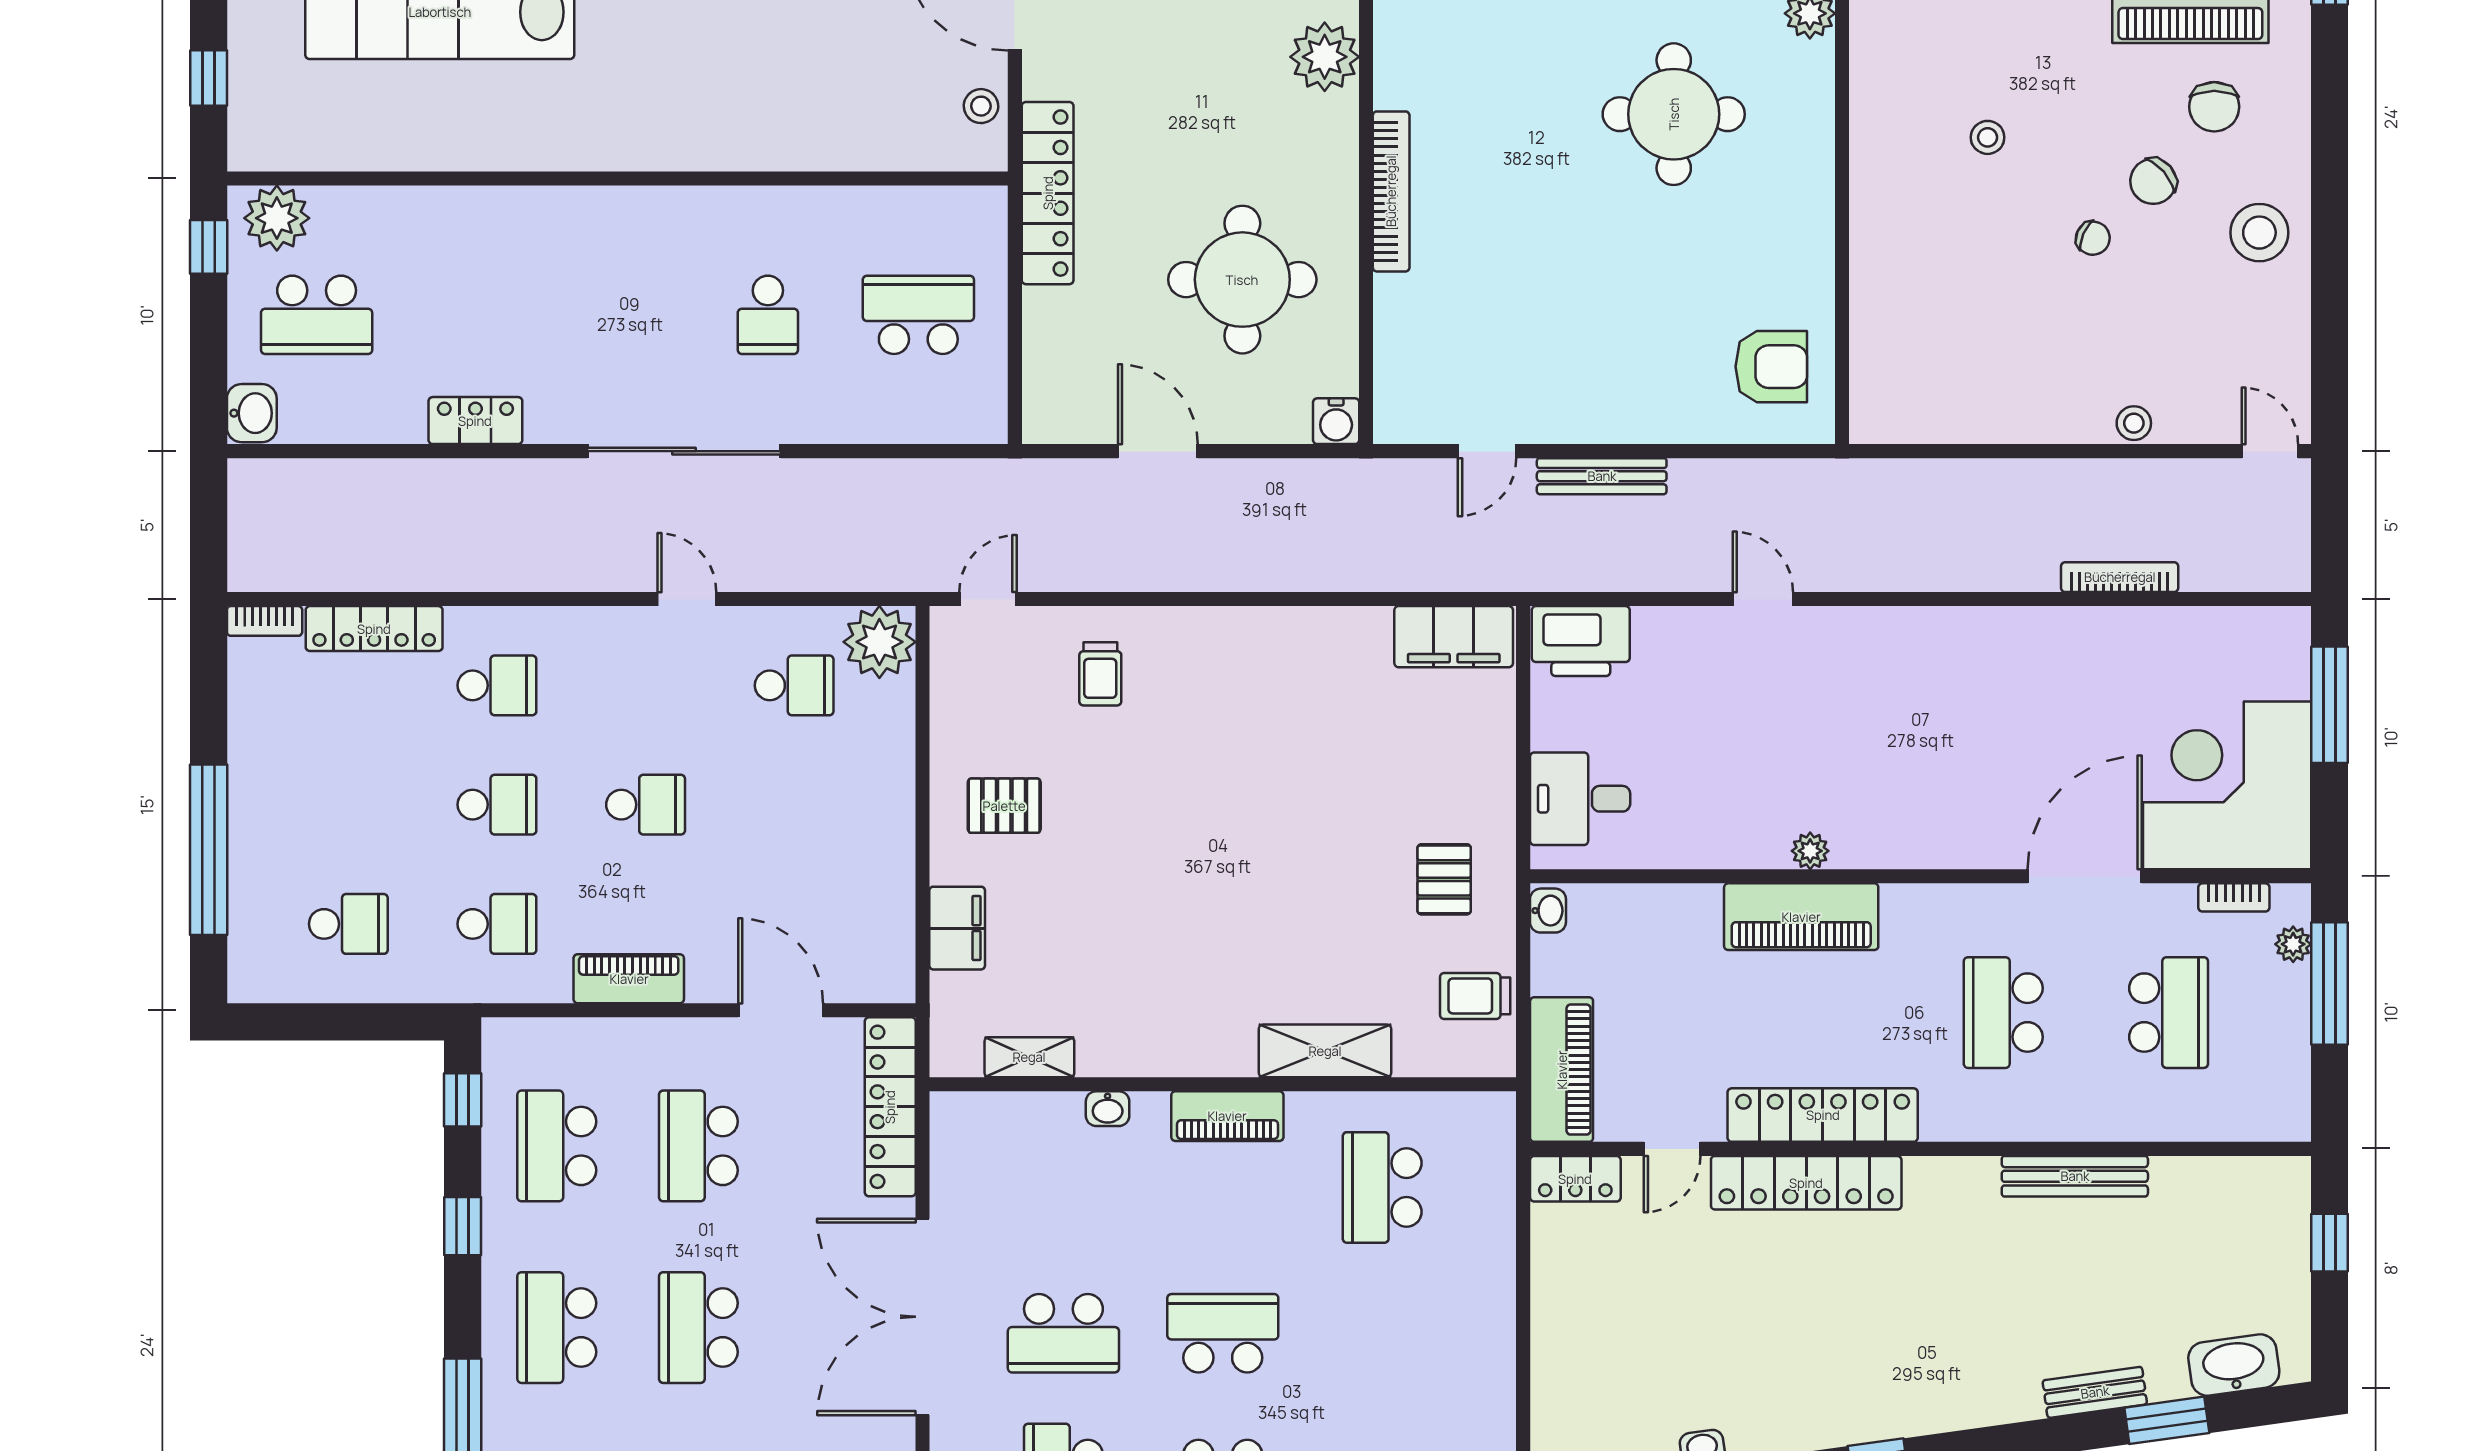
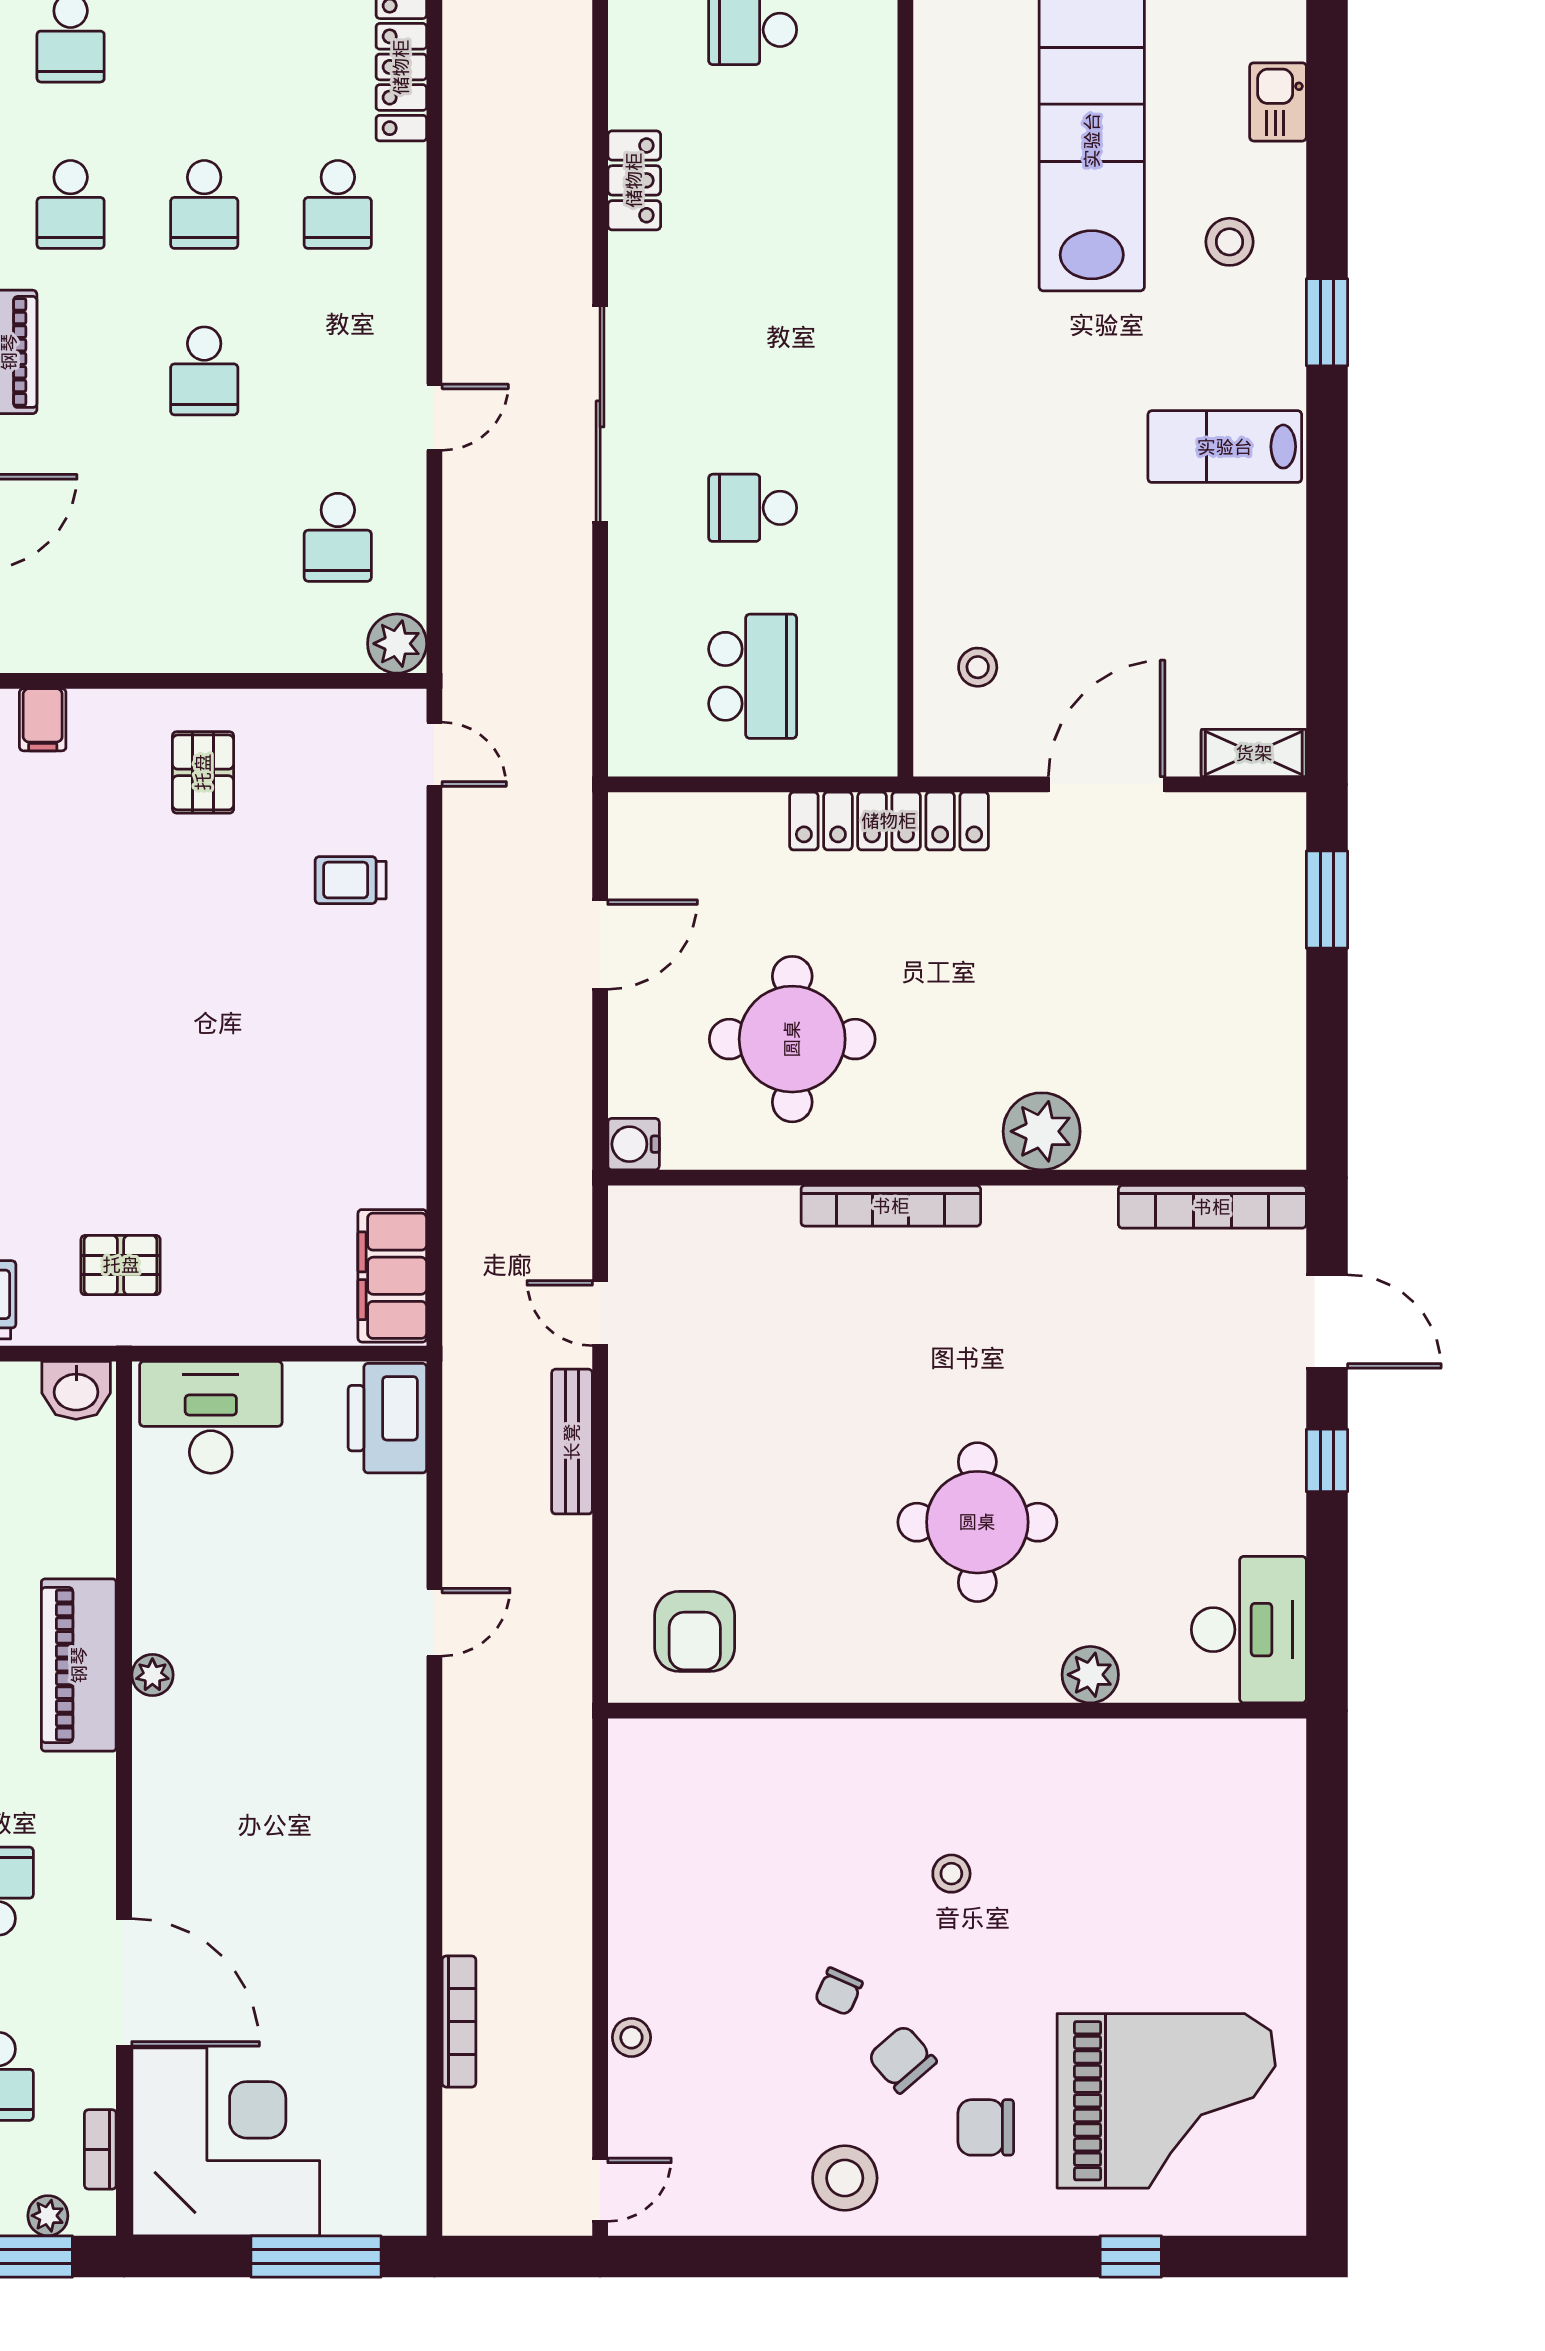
stool: (981, 106) -> (978, 667), moved
plant: (879, 642) -> (397, 644), width x0.73, depth x0.73
desk: (1580, 799) -> (211, 1417), width x1.37
washbasin: (1548, 911) -> (76, 1390), width x1.38, depth x1.45
filing cabinet: (957, 928) -> (43, 720), width x0.50

